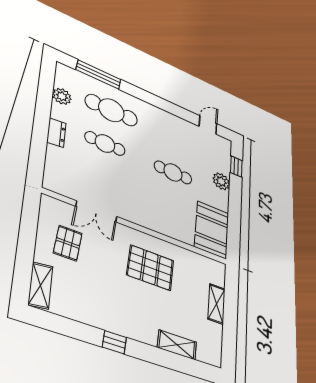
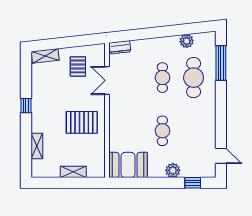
dresser: (56, 133) -> (120, 47), moved
pallet: (68, 243) -> (78, 66), turned 90
pallet: (150, 268) -> (82, 122), turned 90

